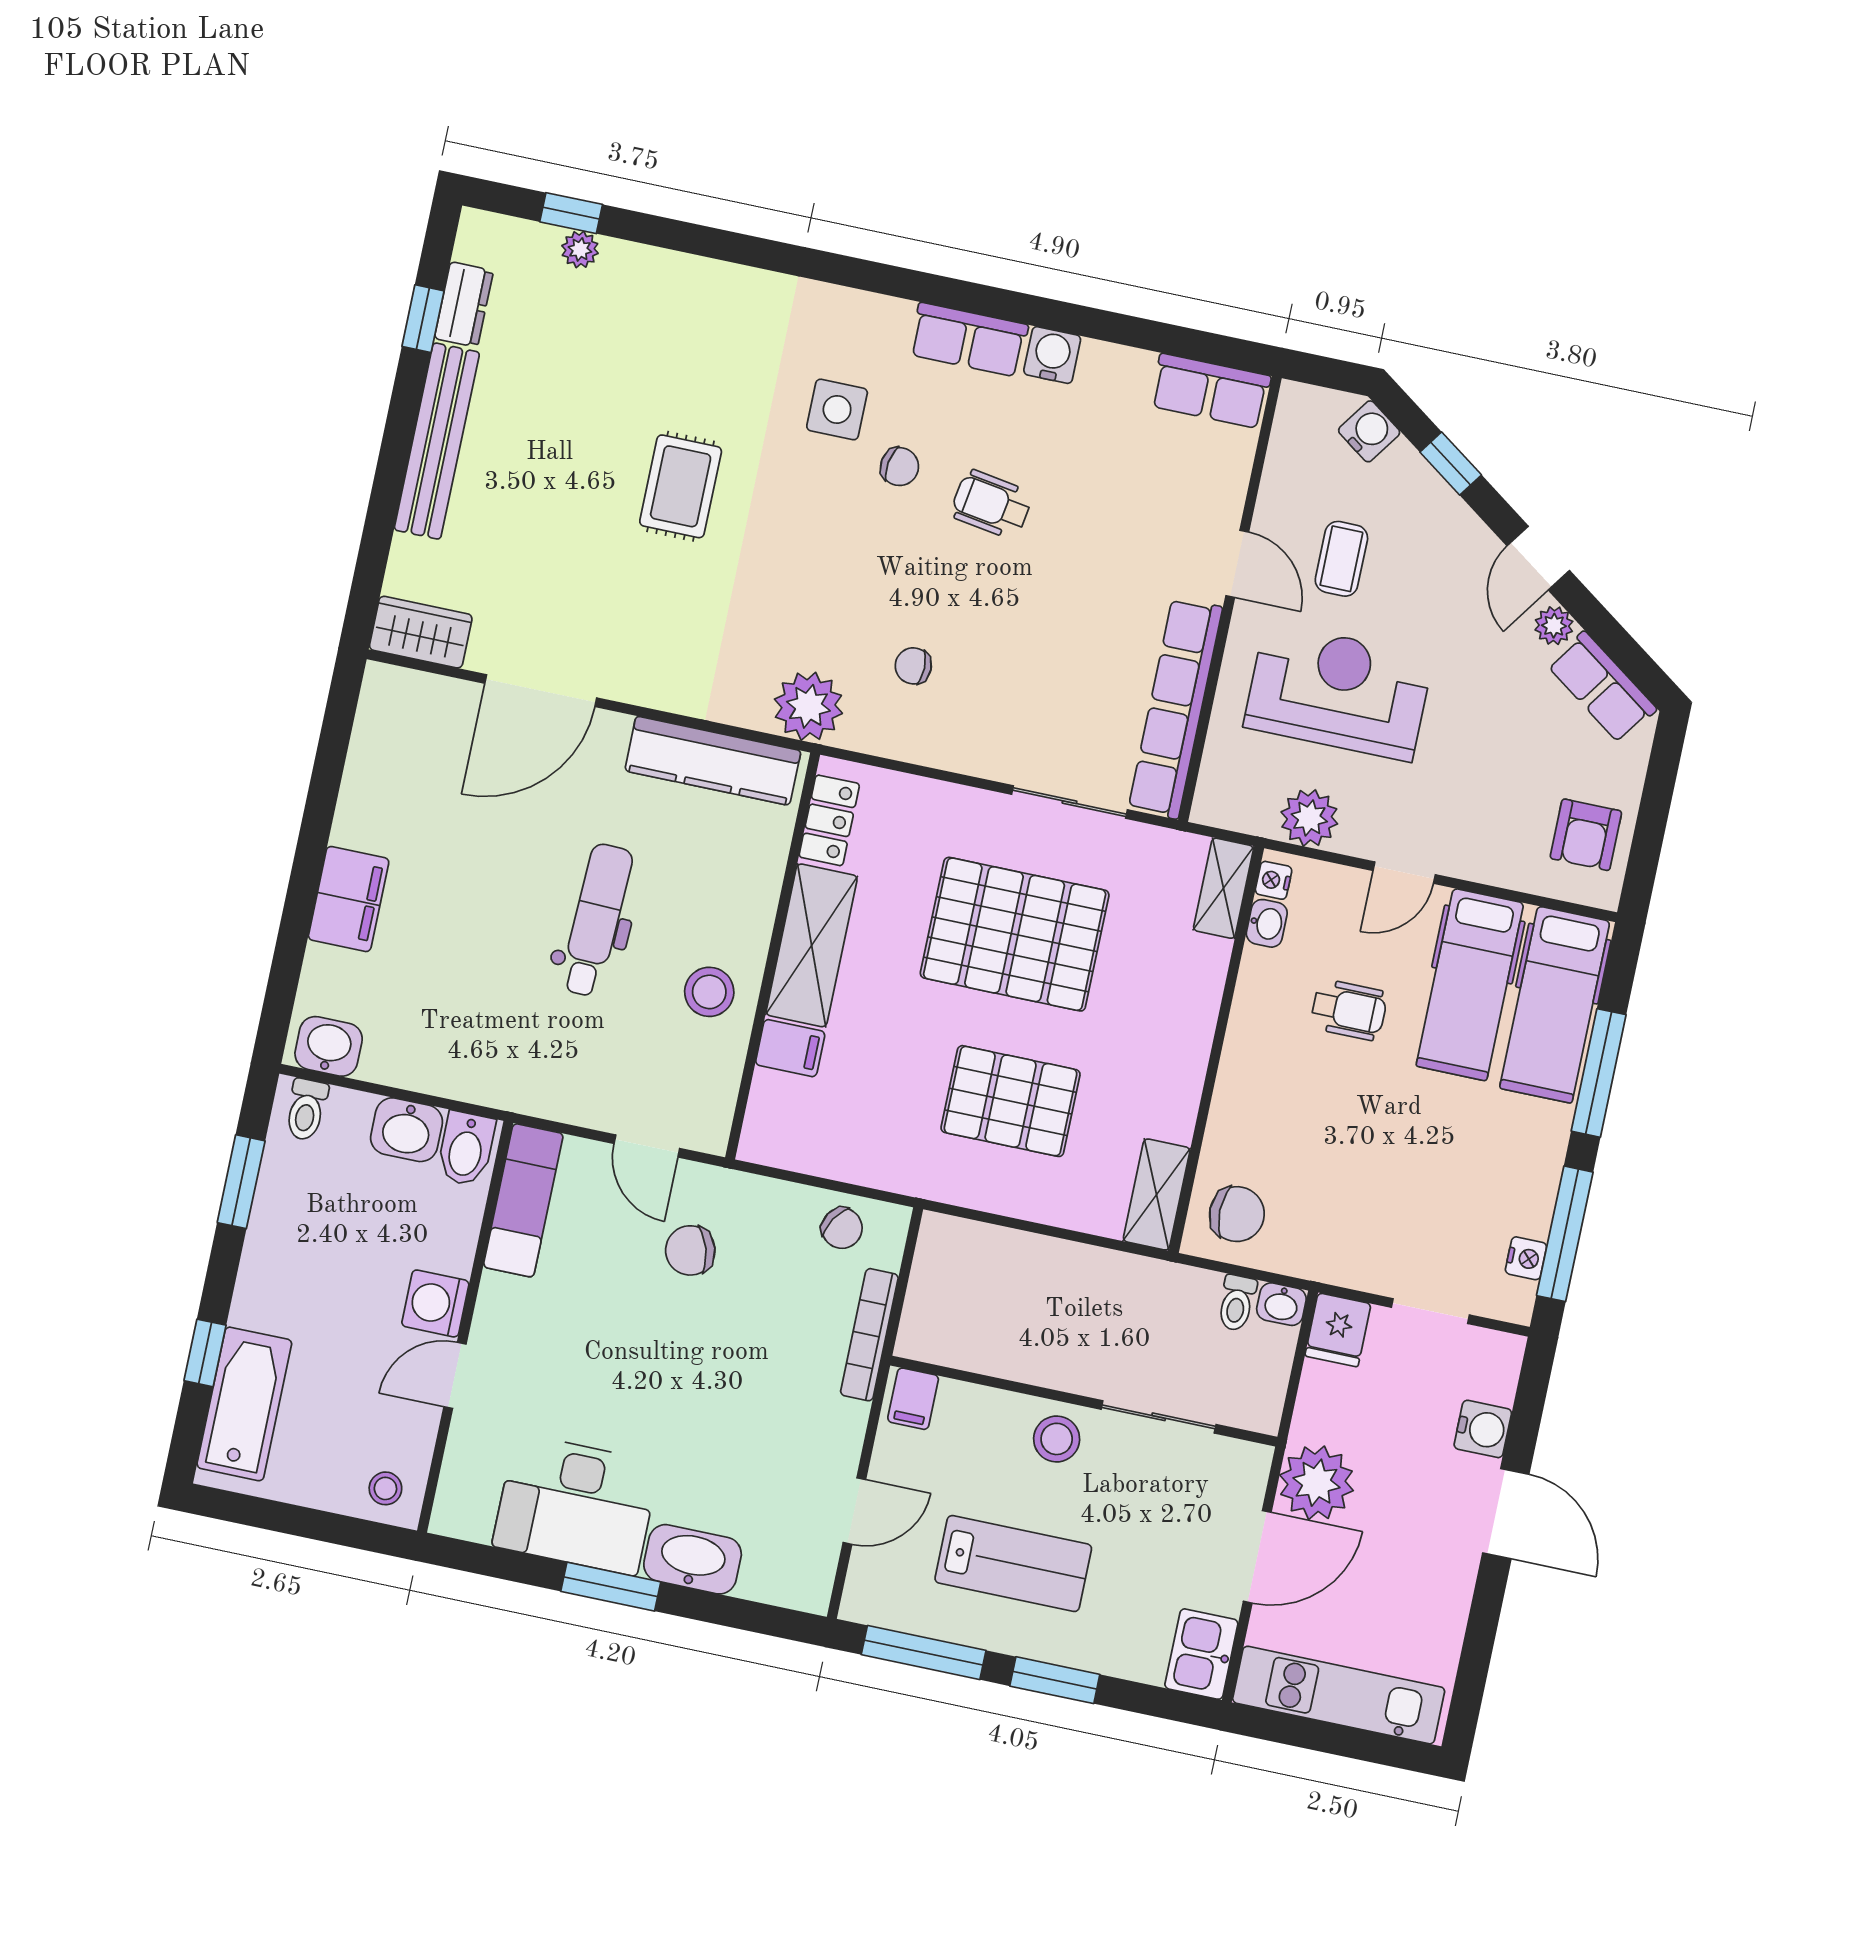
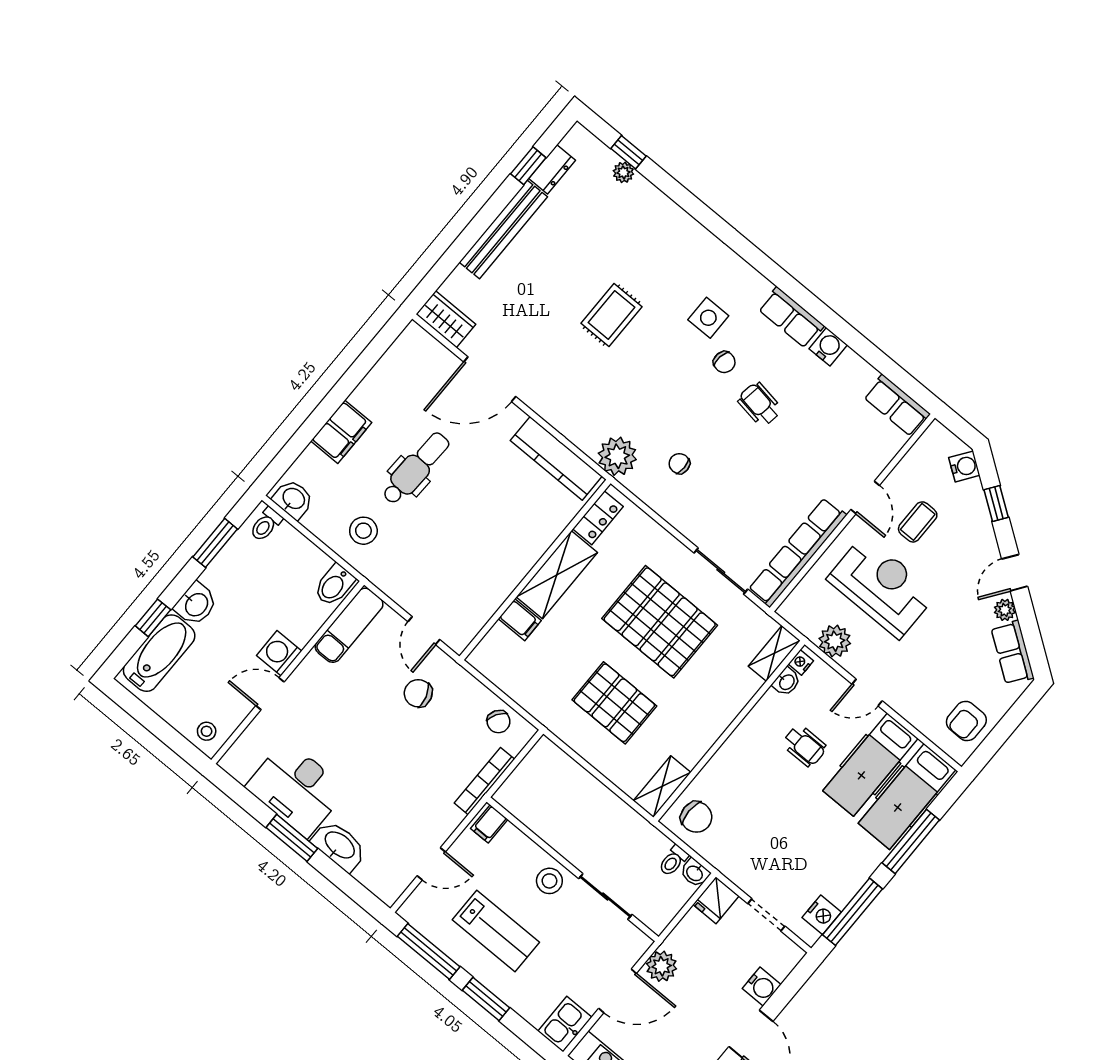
dental chair: (596, 920) -> (416, 468), moved
stool: (709, 992) -> (363, 531), moved
washbasin: (407, 1130) -> (196, 604), moved, turned -90
nightstand: (1526, 1258) -> (822, 915), width x1.39, depth x1.35
plant: (1317, 1483) -> (662, 966), width x0.73, depth x0.73

